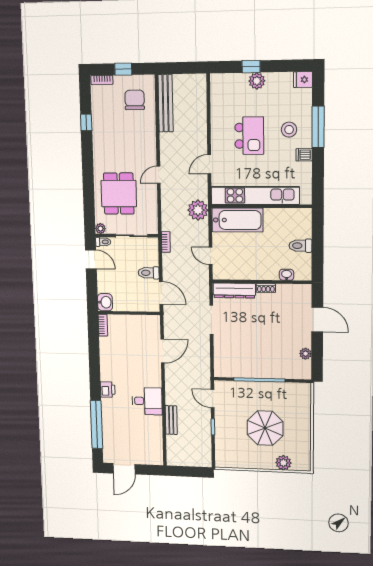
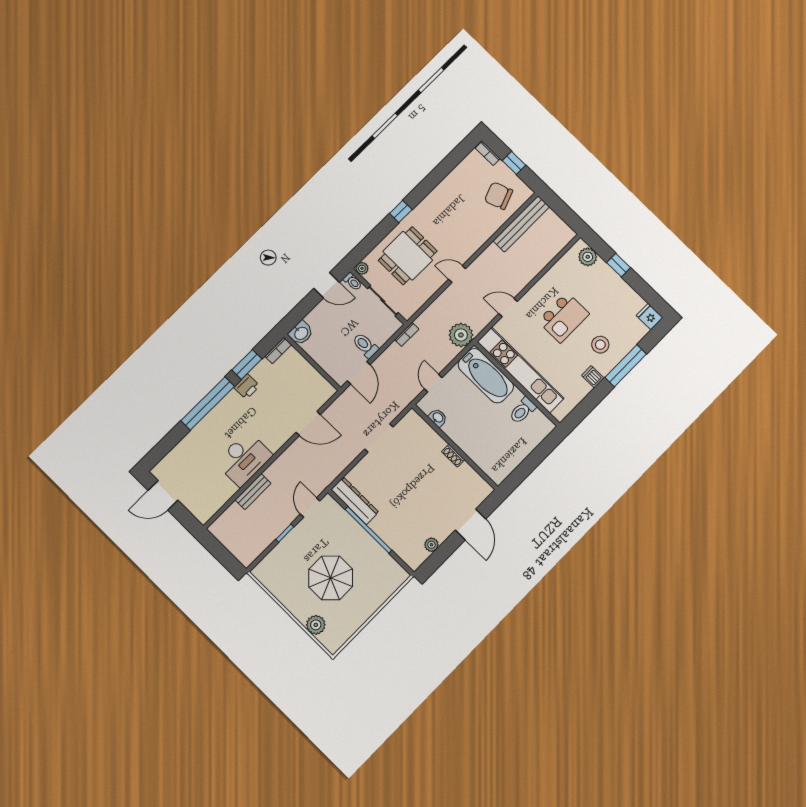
plant: (257, 81) -> (588, 257), moved
chair: (135, 100) -> (499, 196), turned -111
window: (86, 122) -> (401, 211), moved
toilet: (300, 246) -> (523, 411), moved, turned -90
door: (91, 259) -> (327, 285), hinge flipped
washbasin: (287, 275) -> (438, 418), moved
dresser: (234, 291) -> (355, 501), moved, turned 180
window: (94, 350) -> (247, 364), added
printer: (108, 389) -> (247, 387), moved
desk: (147, 401) -> (244, 459), width x1.37
window: (96, 425) -> (208, 403), moved

